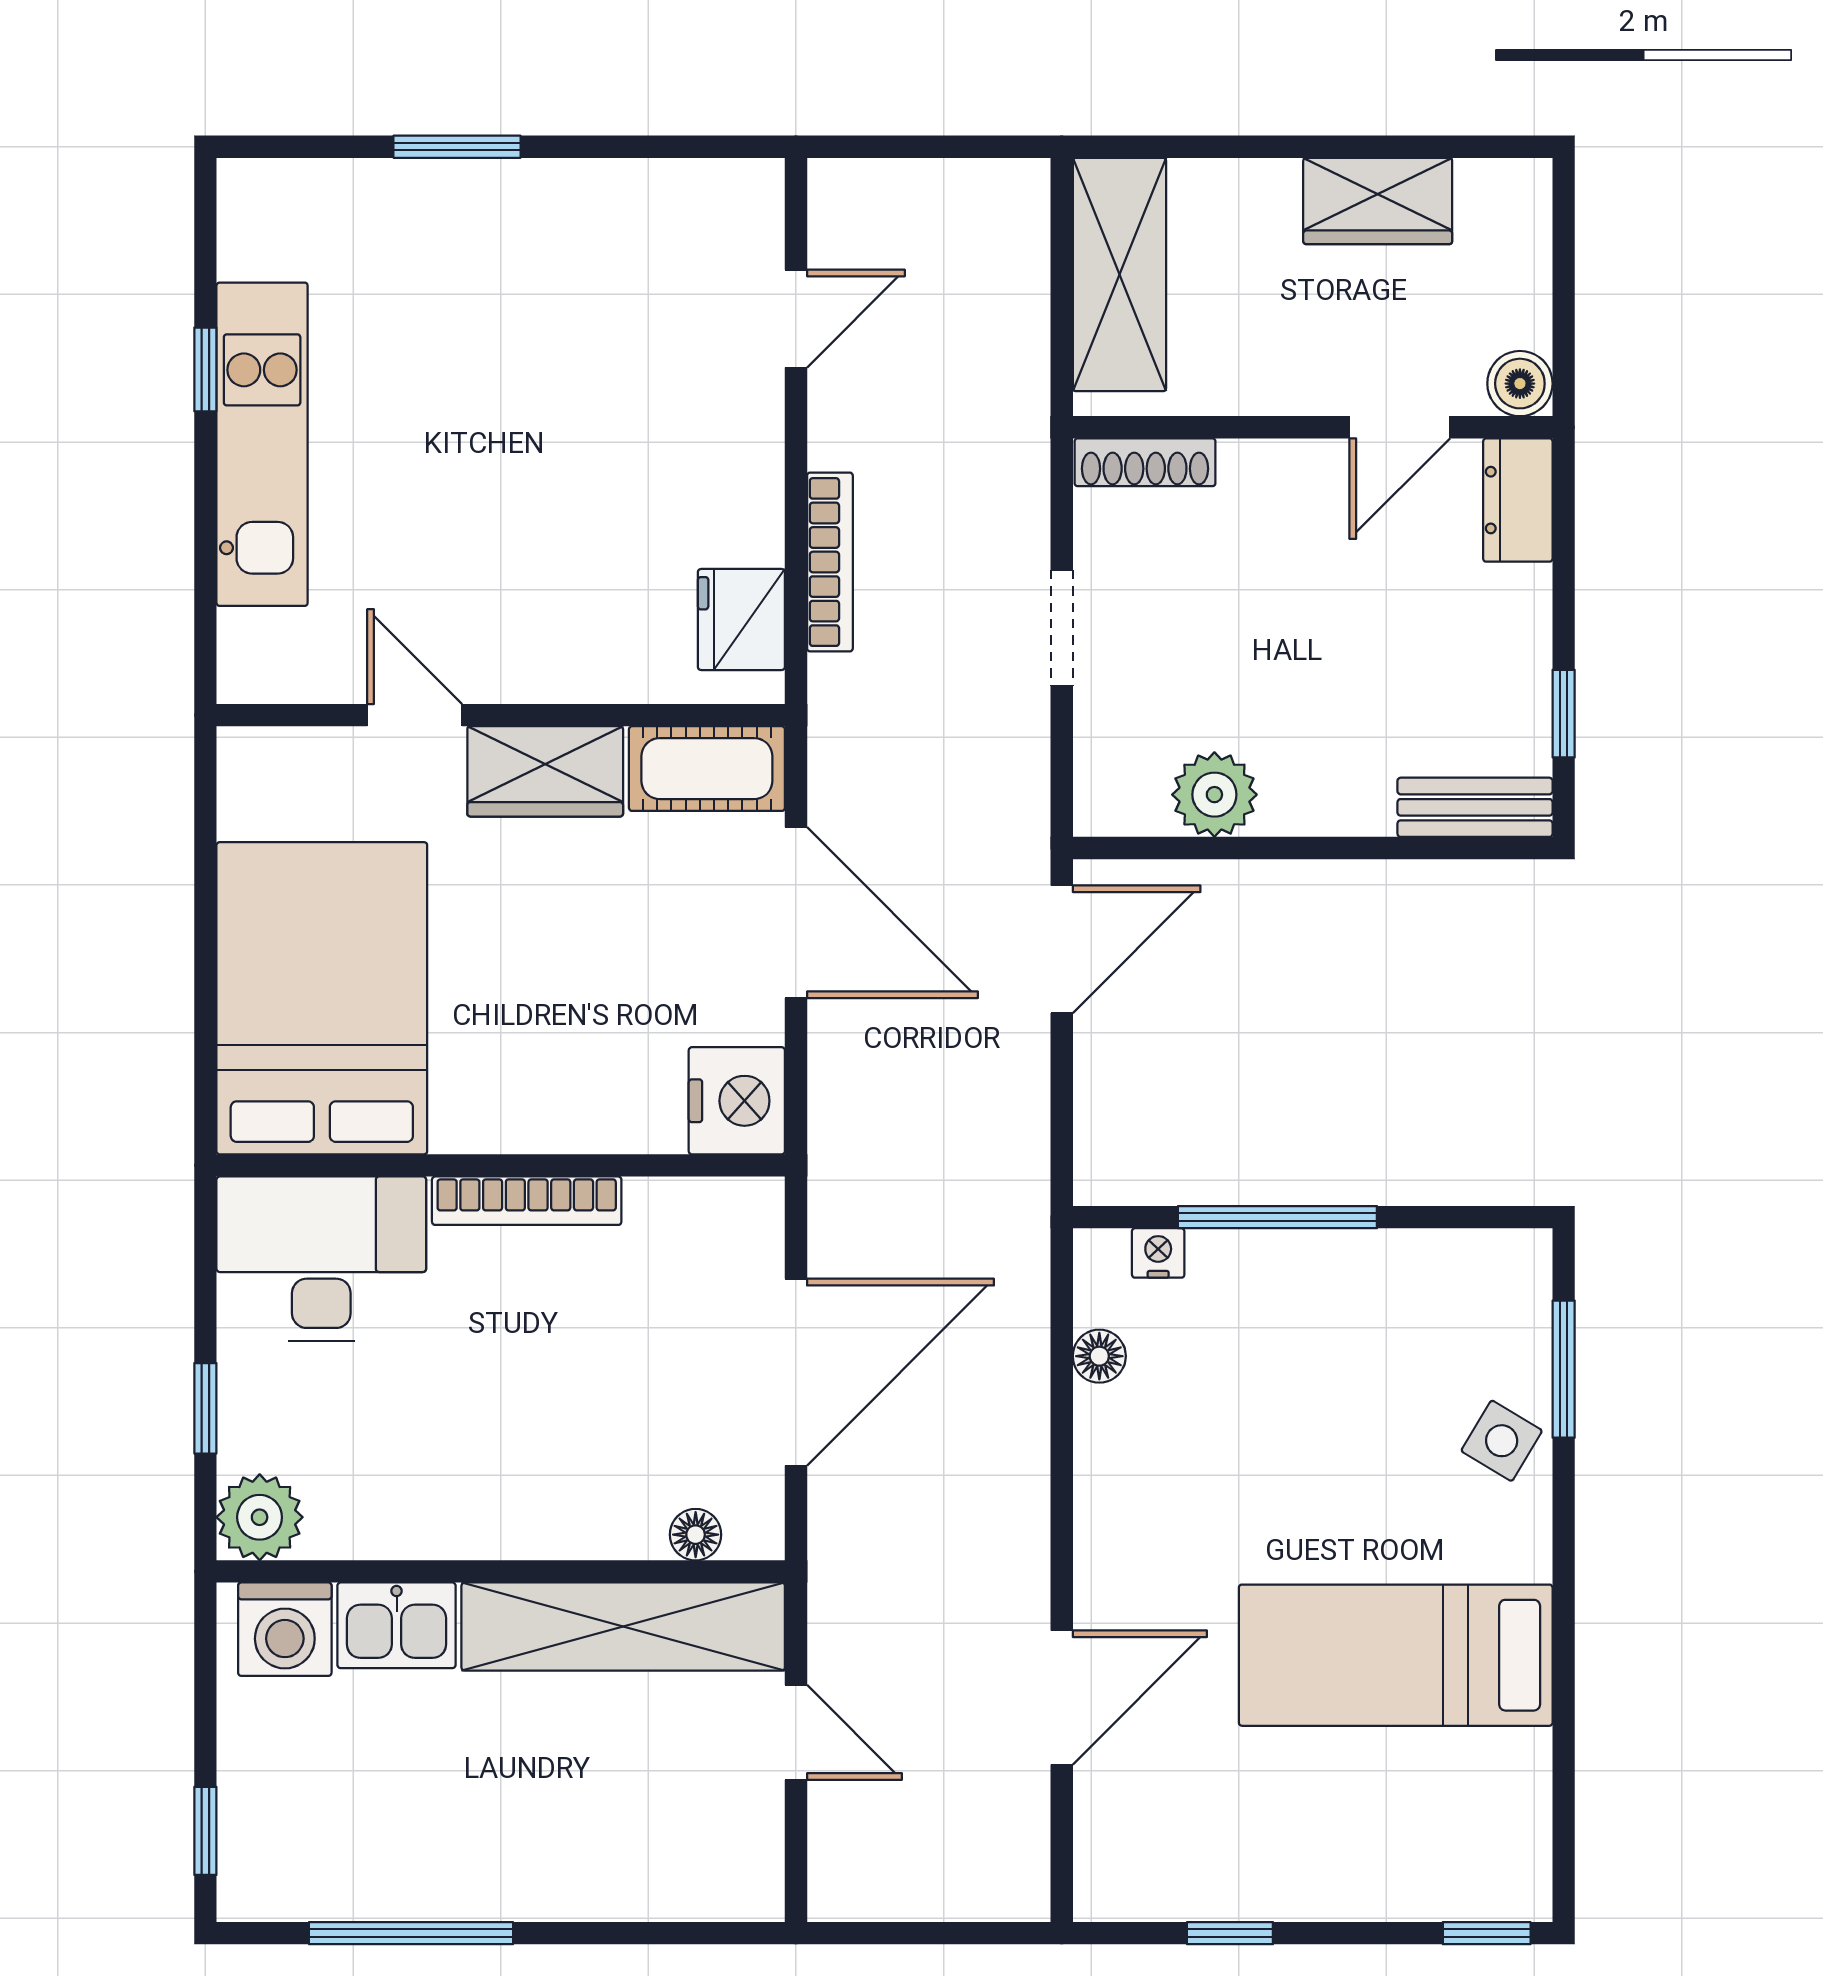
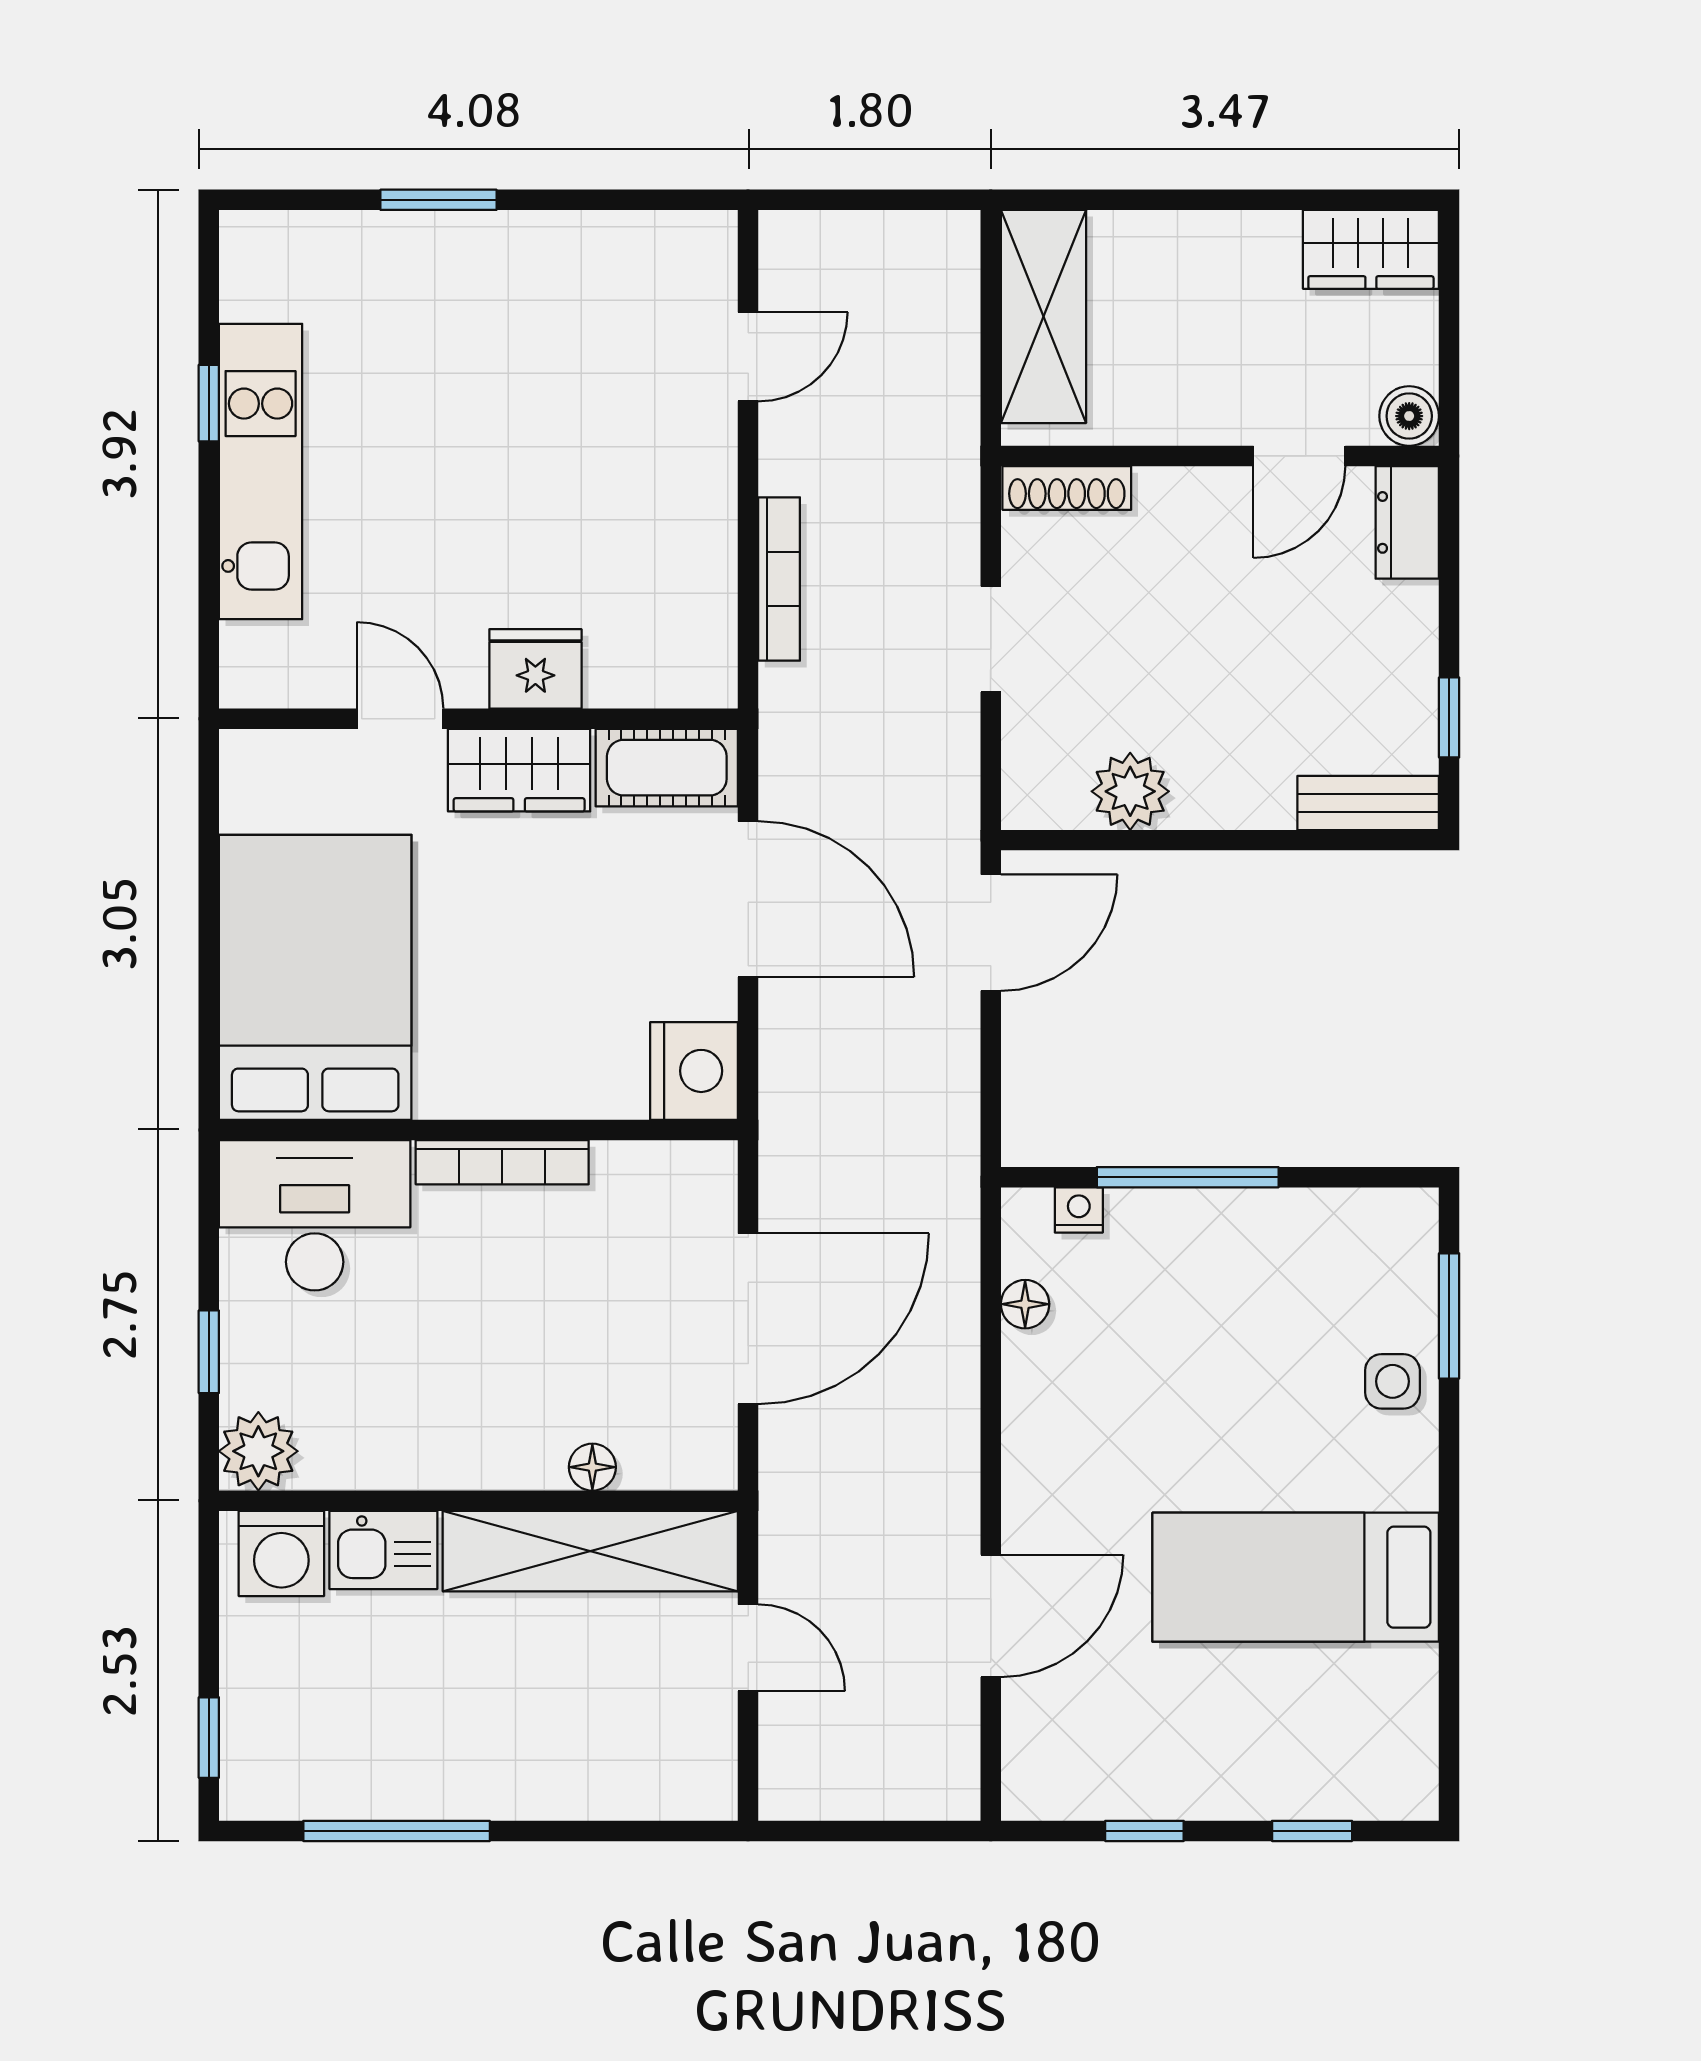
wardrobe: (1378, 201) -> (1371, 249), moved
fridge: (741, 620) -> (535, 669), moved, turned 90
side table: (1502, 1441) -> (1392, 1381), turned -31
floor lamp: (696, 1535) -> (592, 1467), moved
window: (1487, 1933) -> (1312, 1831), moved

